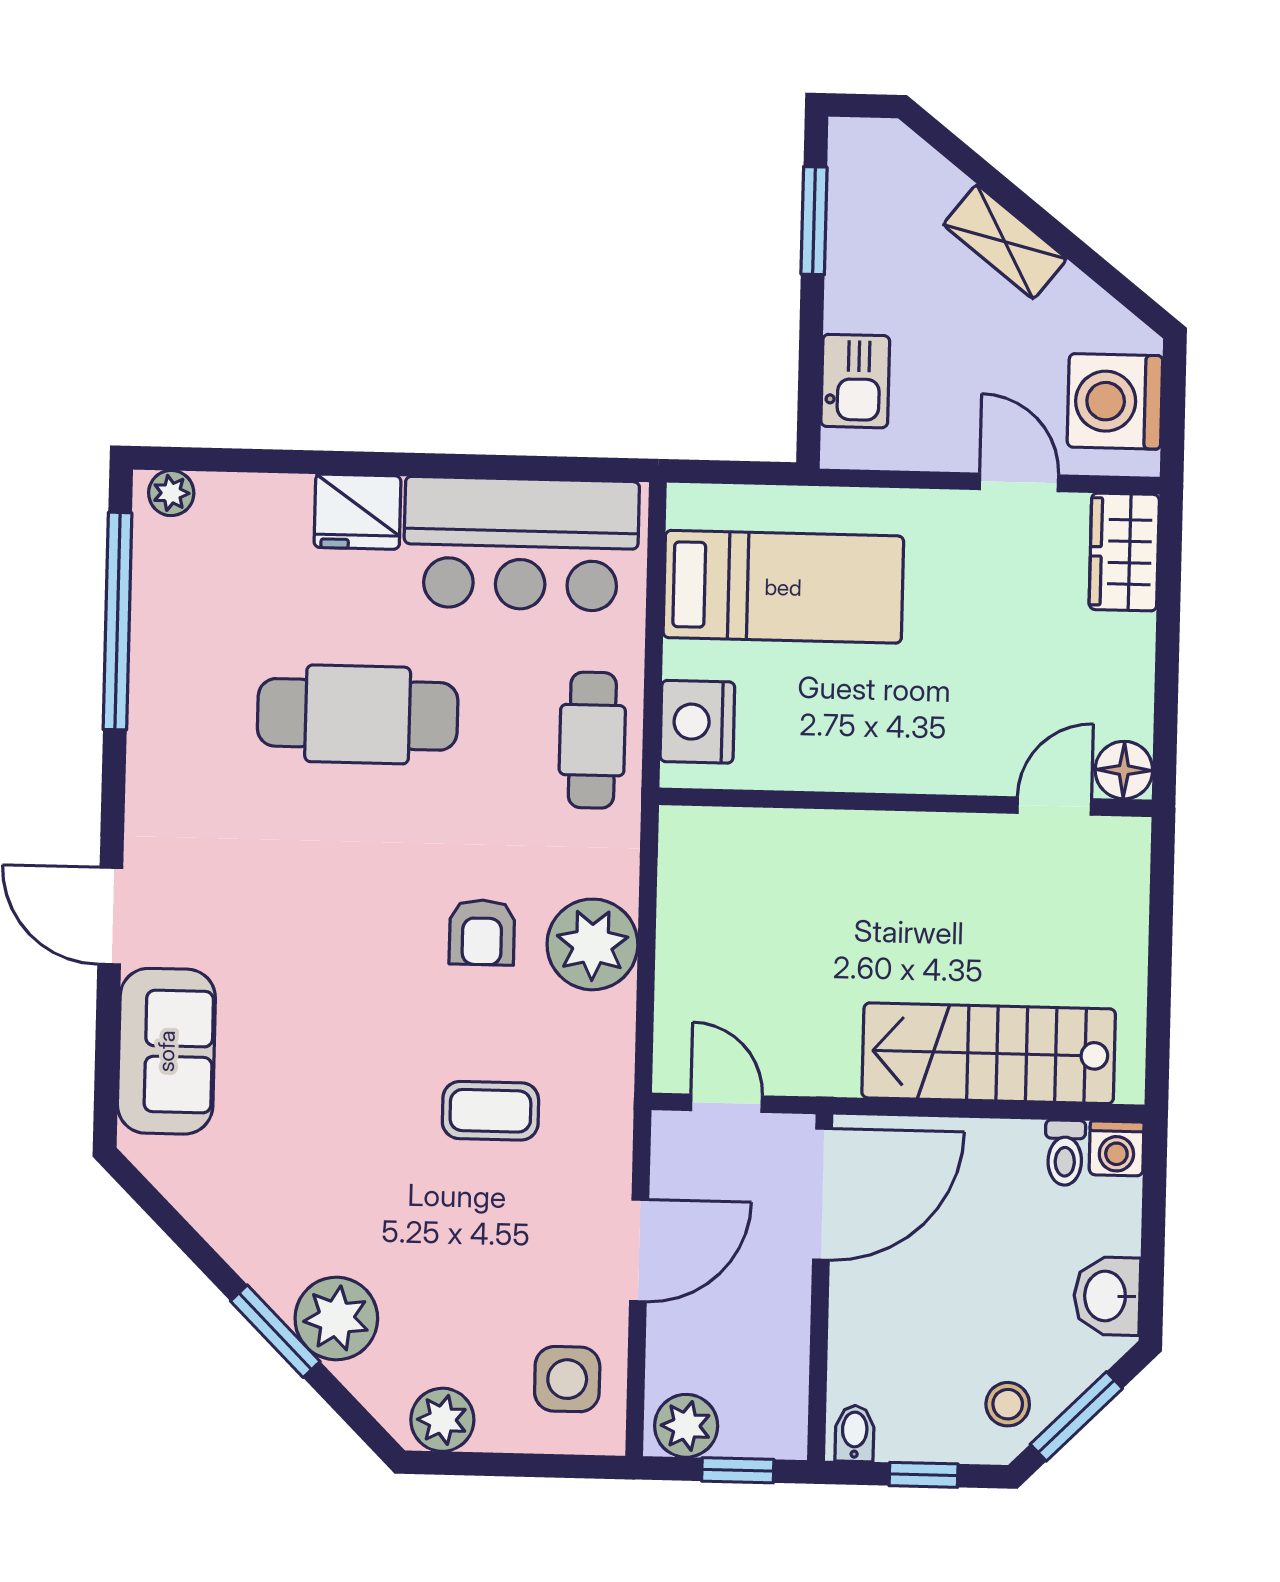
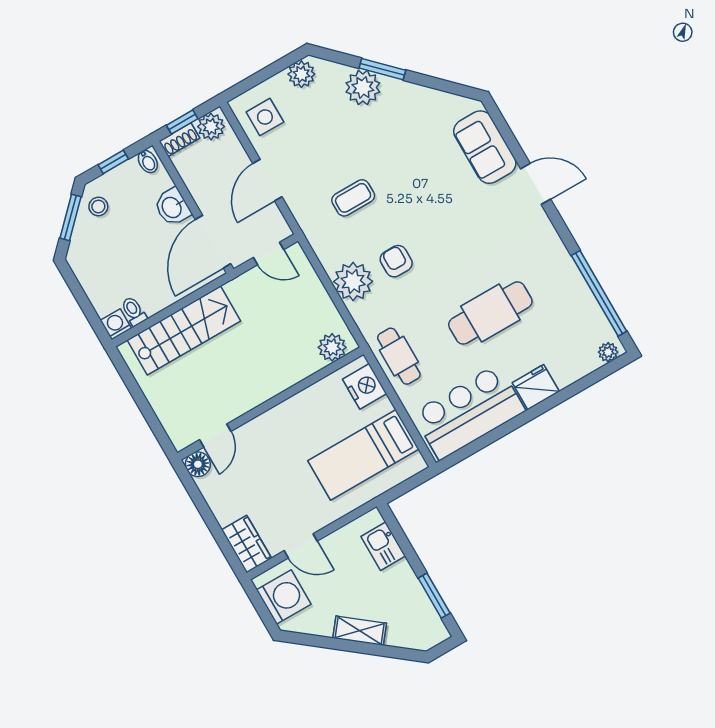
plant: (714, 839) -> (332, 347), added
washbasin: (1107, 1296) -> (172, 207), moved, turned 180
shoe rack: (765, 1438) -> (179, 140), added

